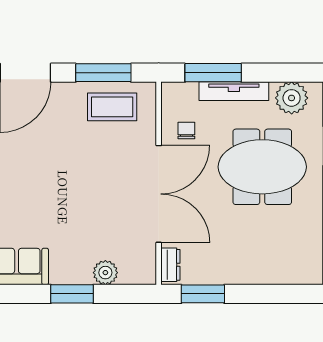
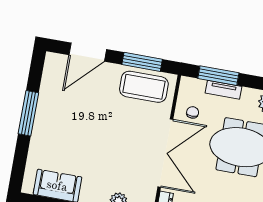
tv unit: (234, 91) -> (223, 90), width x0.71
coffee table: (112, 107) -> (144, 87), width x1.36, depth x1.32

